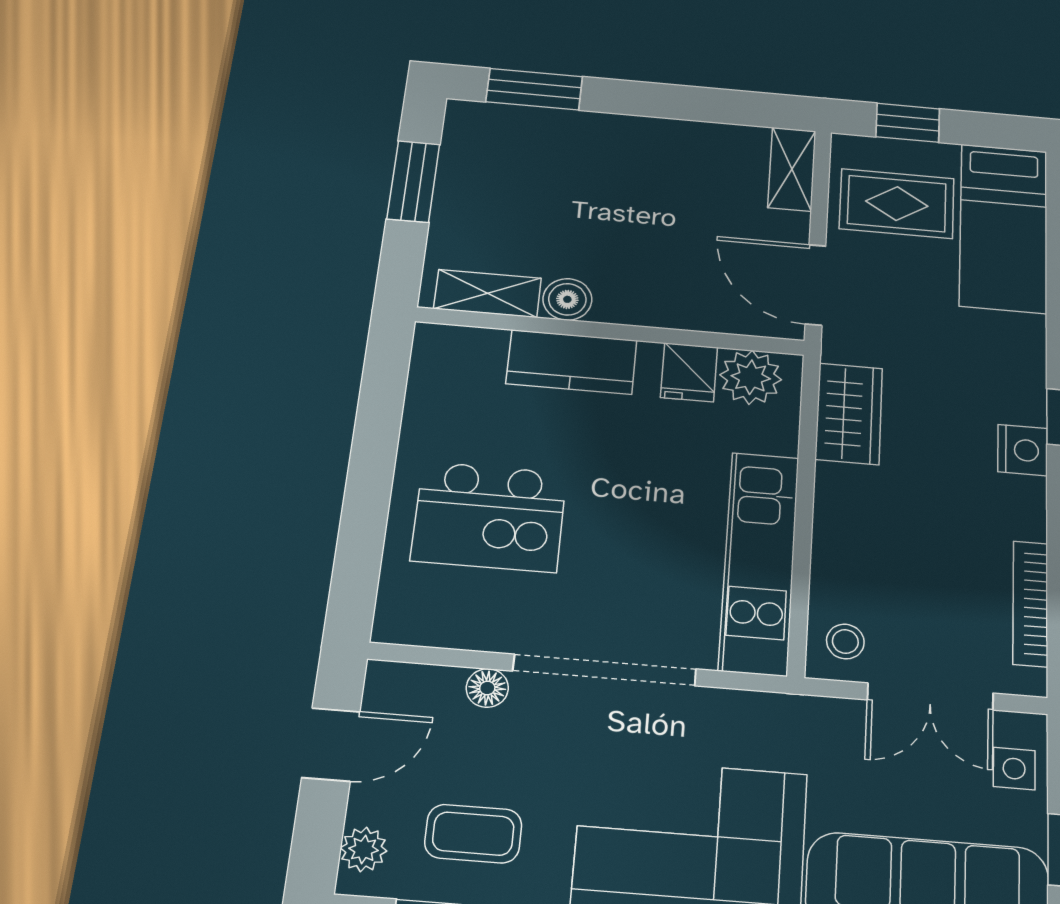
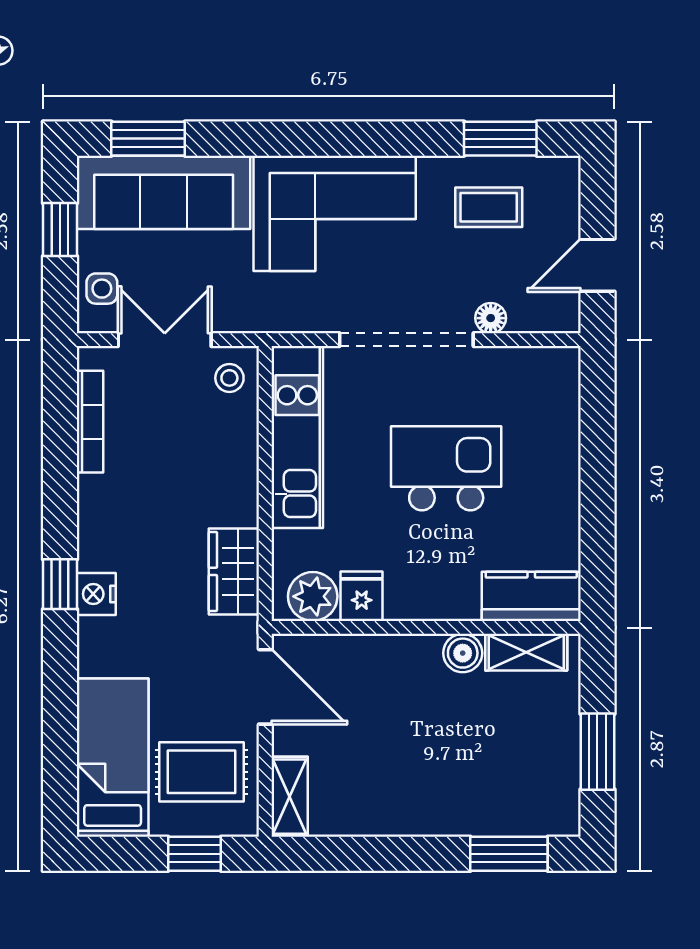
kitchen counter: (572, 362) -> (531, 596), moved
nightstand: (1023, 450) -> (96, 594), moved
kitchen island: (489, 517) -> (446, 468), moved
plant: (364, 849) -> (564, 190), removed

